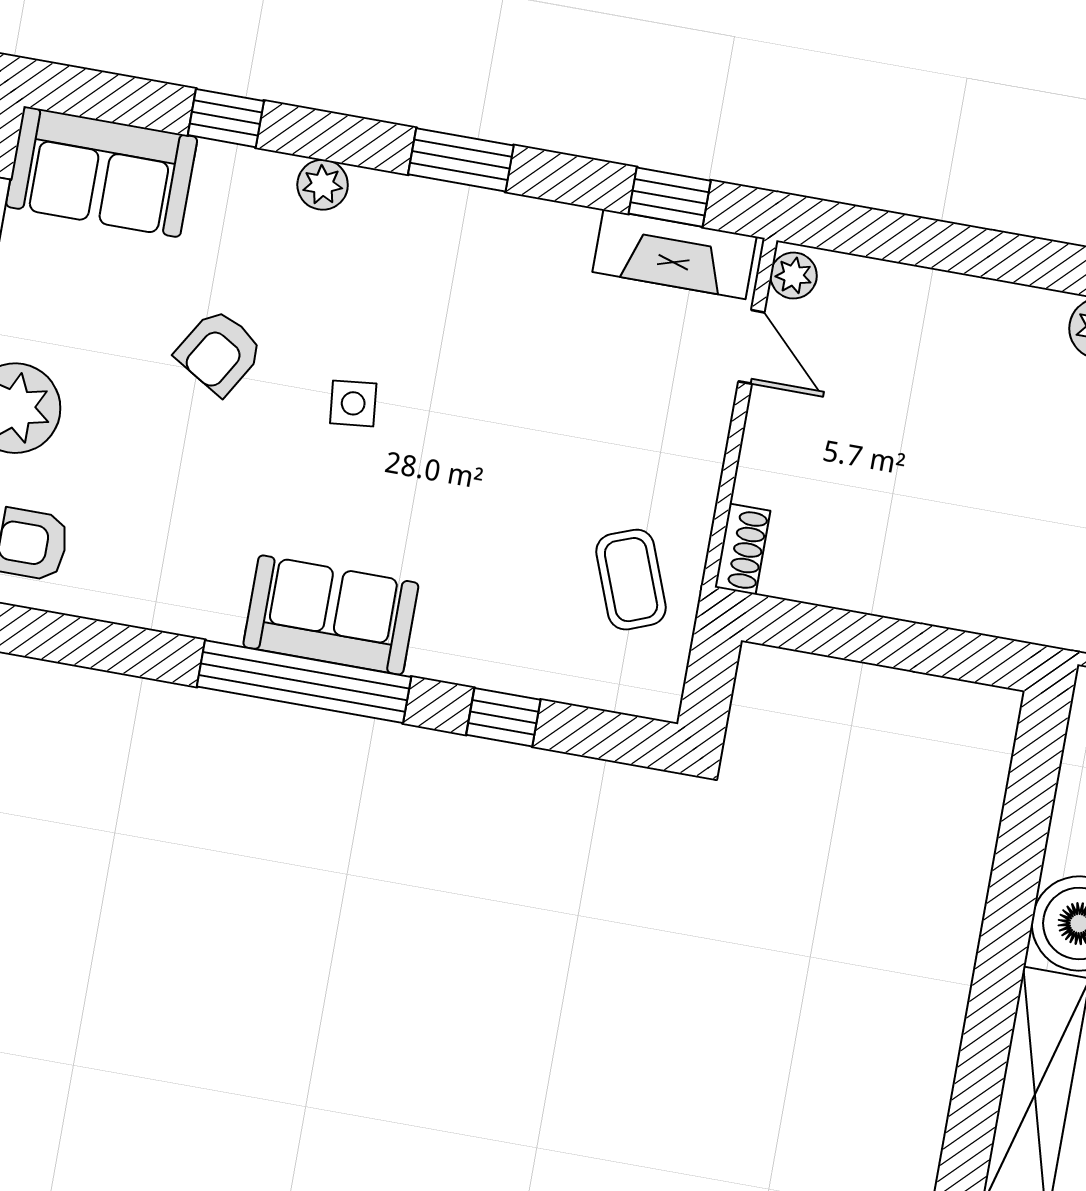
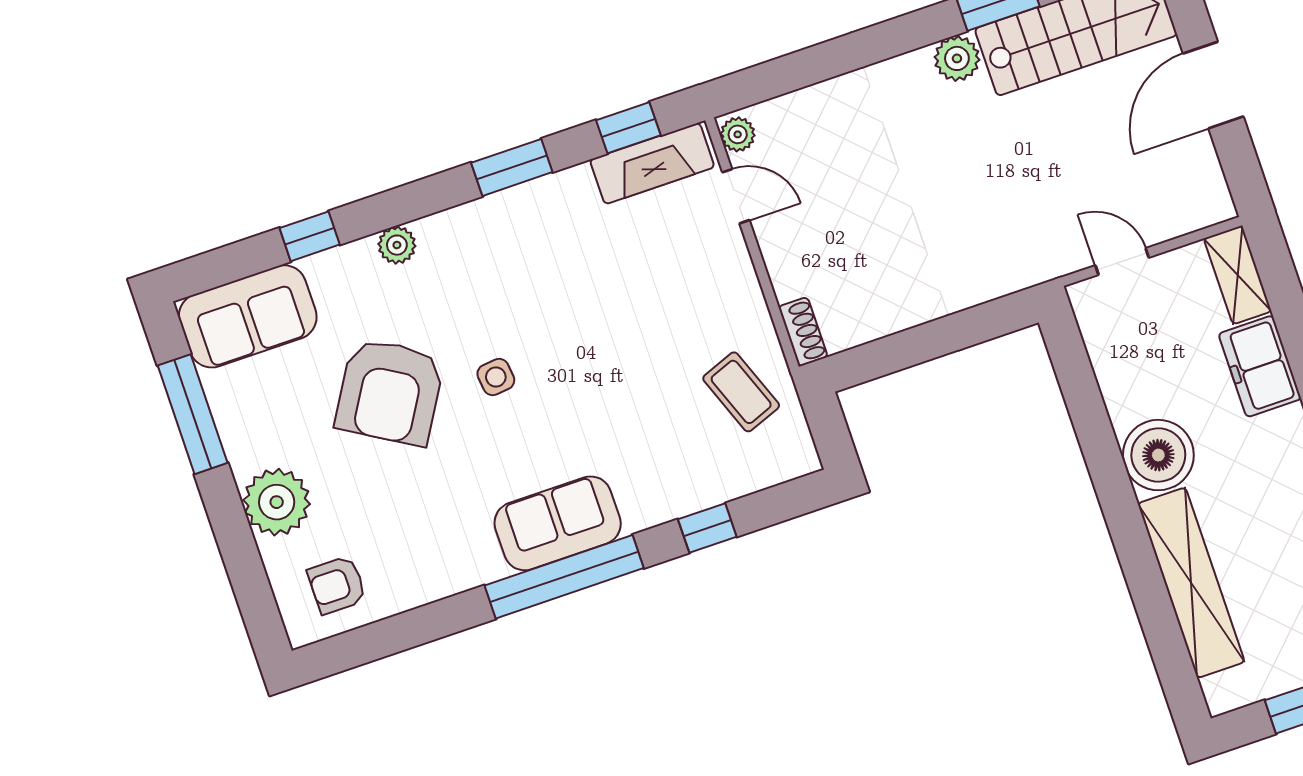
window: (461, 160) -> (512, 167), moved
armchair: (219, 352) -> (390, 392), width x1.88, depth x1.88

